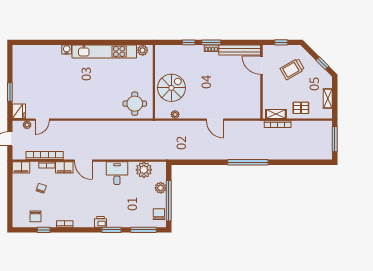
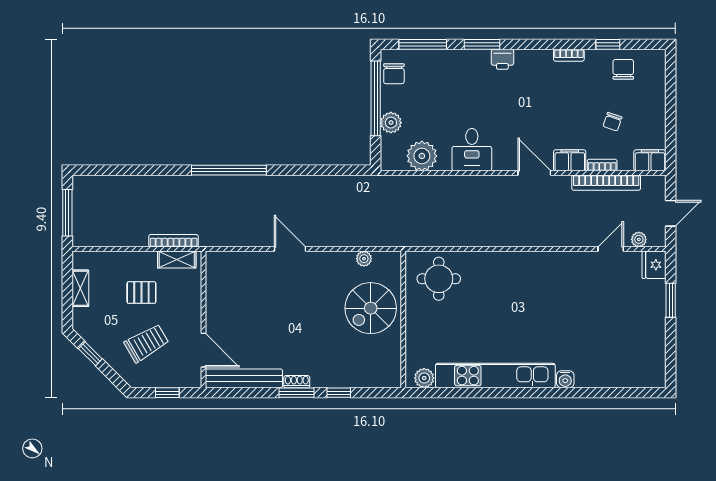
pallet: (301, 108) -> (141, 293), moved

